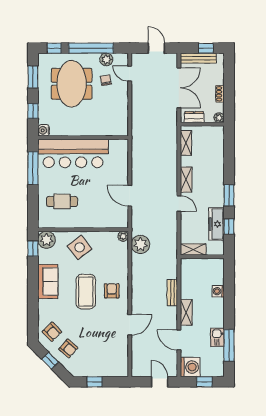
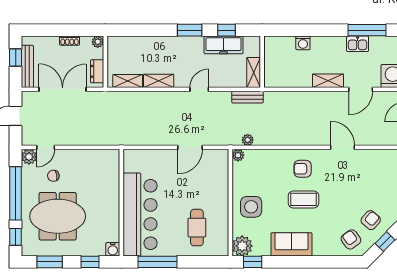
plant: (106, 59) -> (29, 157), moved
shelving: (186, 180) -> (159, 81), moved
plant: (140, 244) -> (248, 140), width x0.53, depth x0.53
side table: (80, 247) -> (251, 207), turned 38
coffee table: (86, 292) -> (303, 199), width x0.73, depth x0.76
bench: (172, 293) -> (248, 97), moved
armchair: (52, 332) -> (351, 239), turned -82

